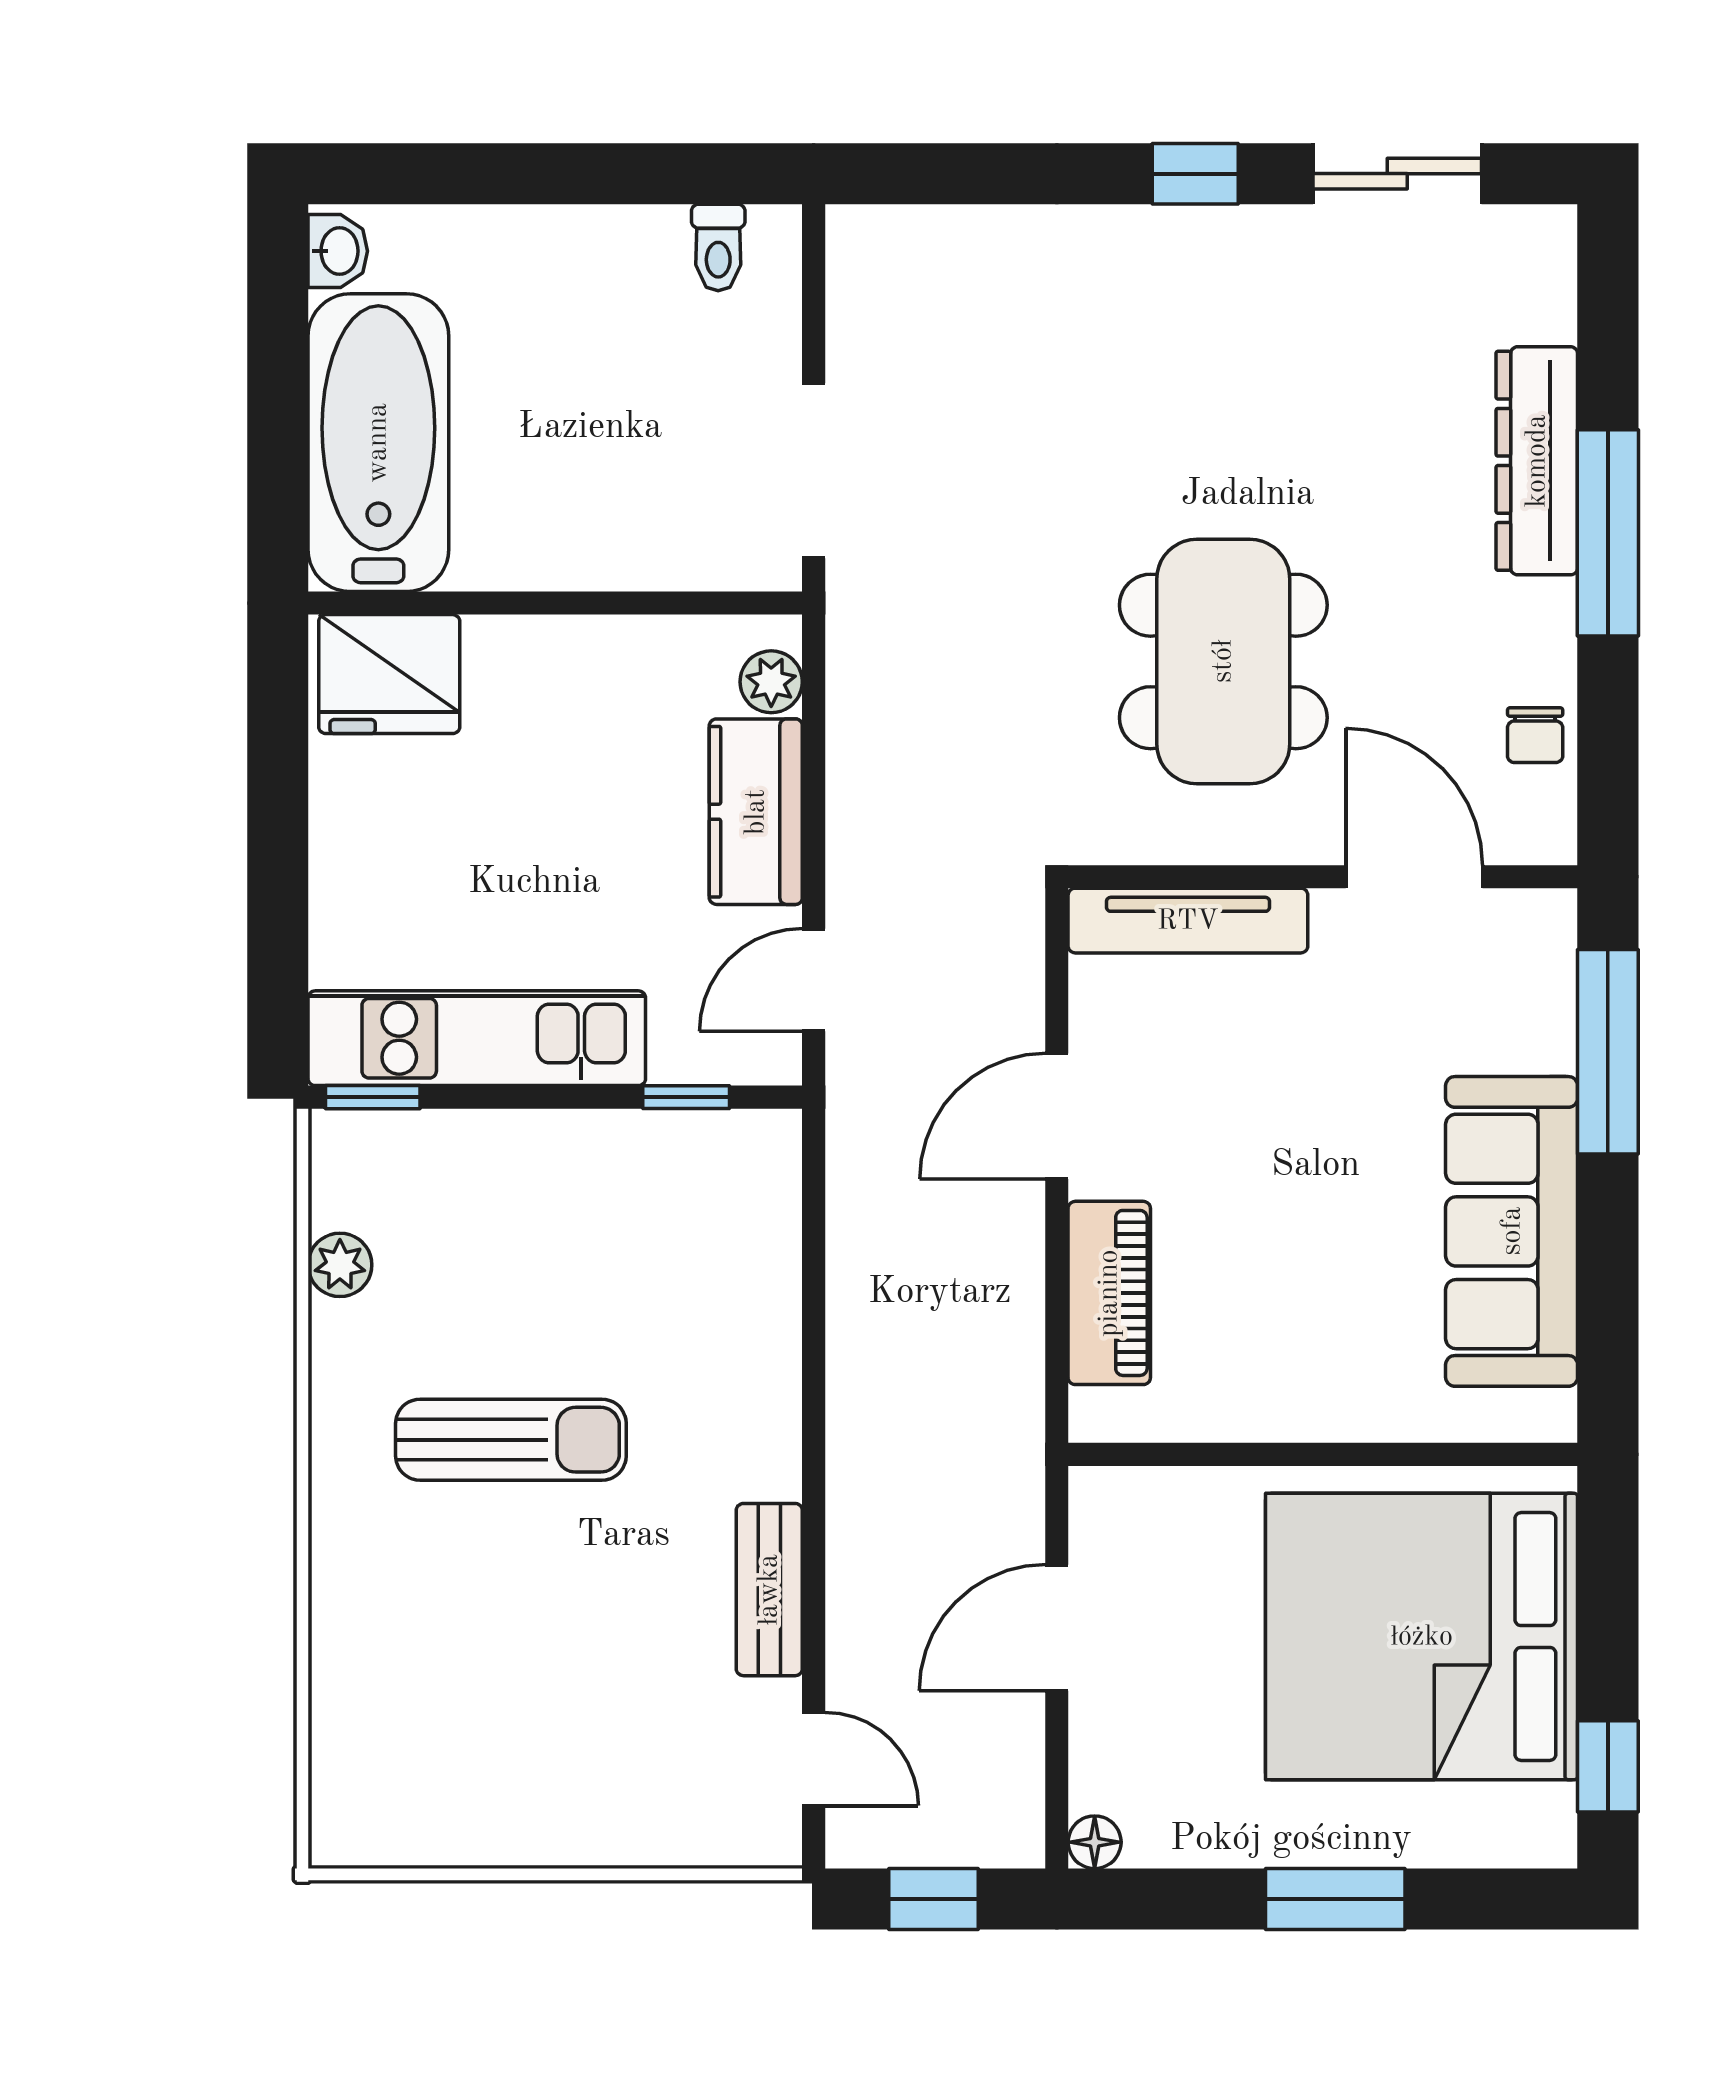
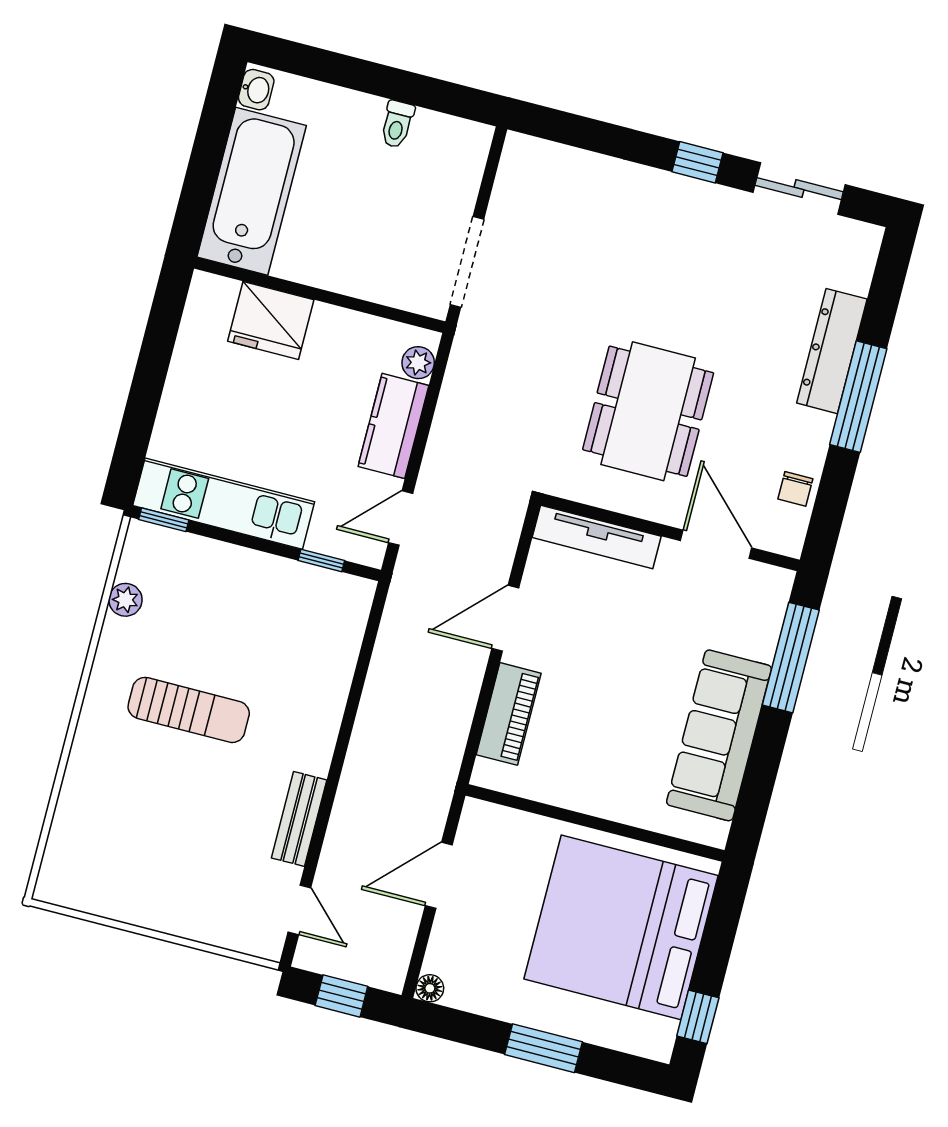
toilet: (718, 247) -> (397, 124), moved
fridge: (389, 674) -> (271, 320), moved

